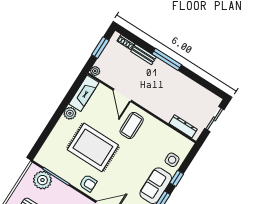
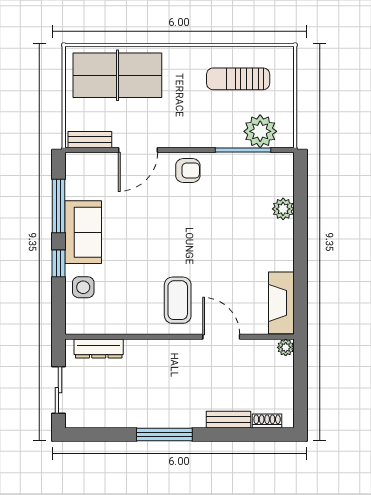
window: (100, 48) -> (300, 388), removed
window: (167, 59) -> (164, 434), moved
plant: (70, 113) -> (283, 209), moved
rug: (93, 147) -> (215, 230), removed
armchair: (88, 183) -> (188, 170), turned 180

